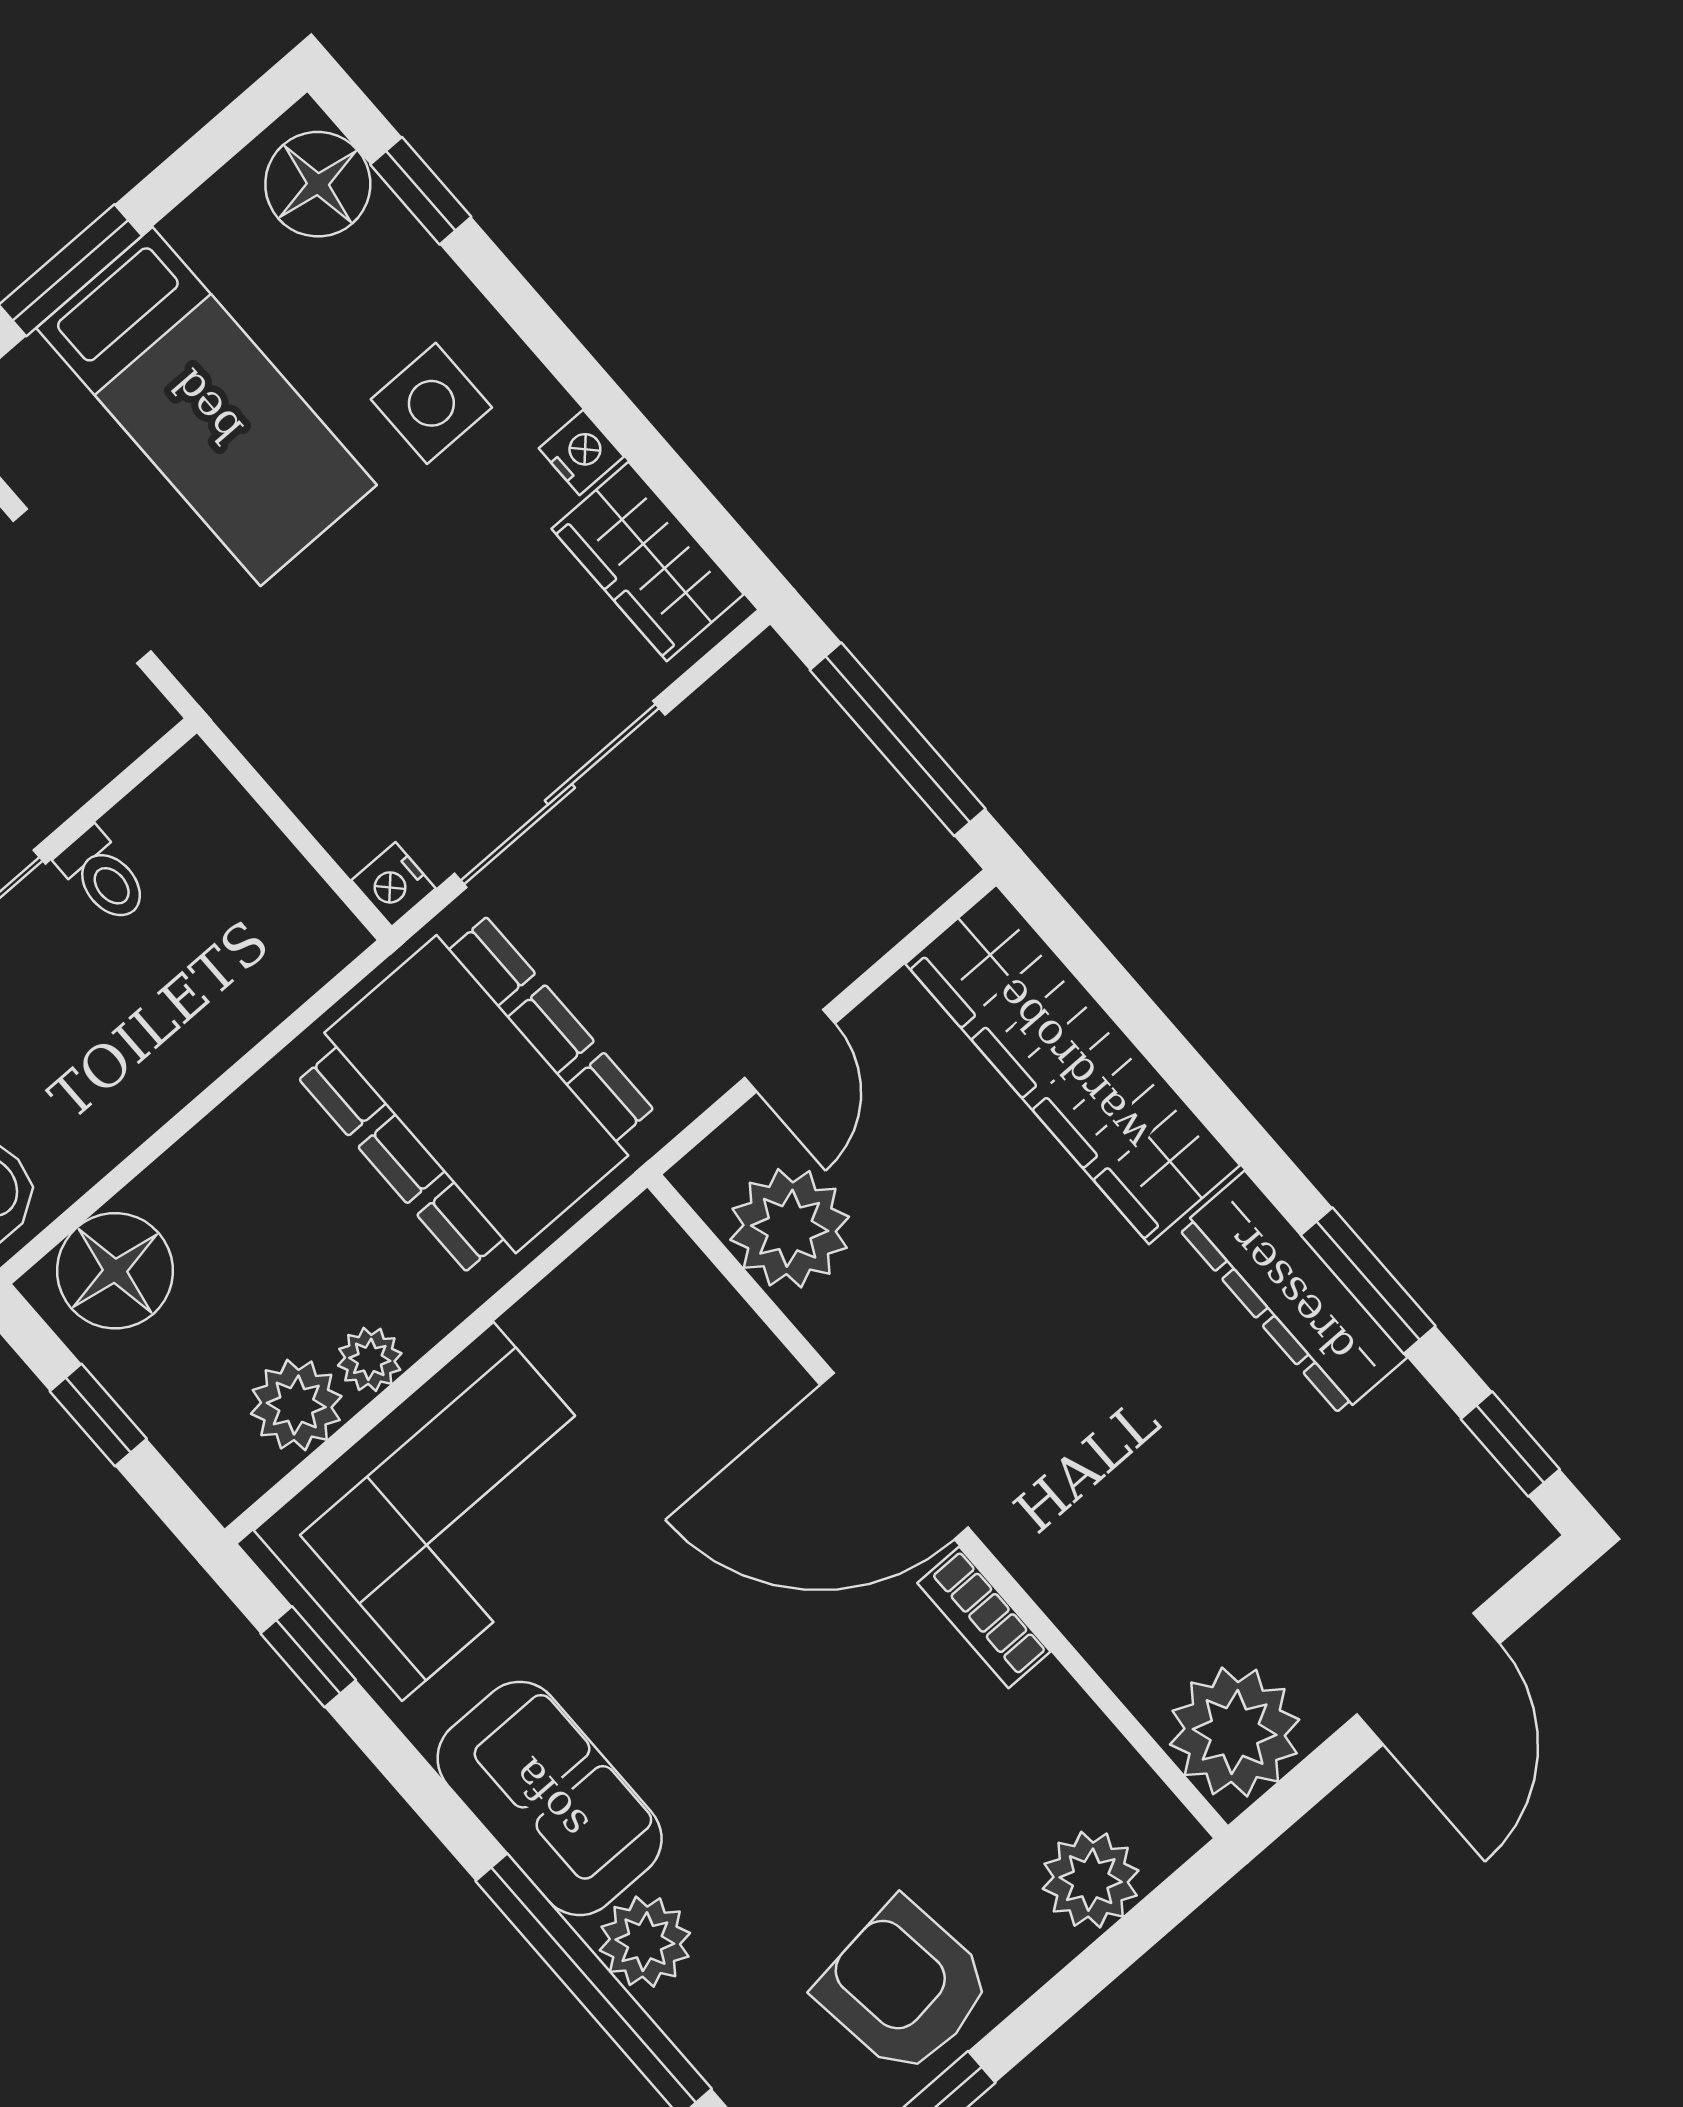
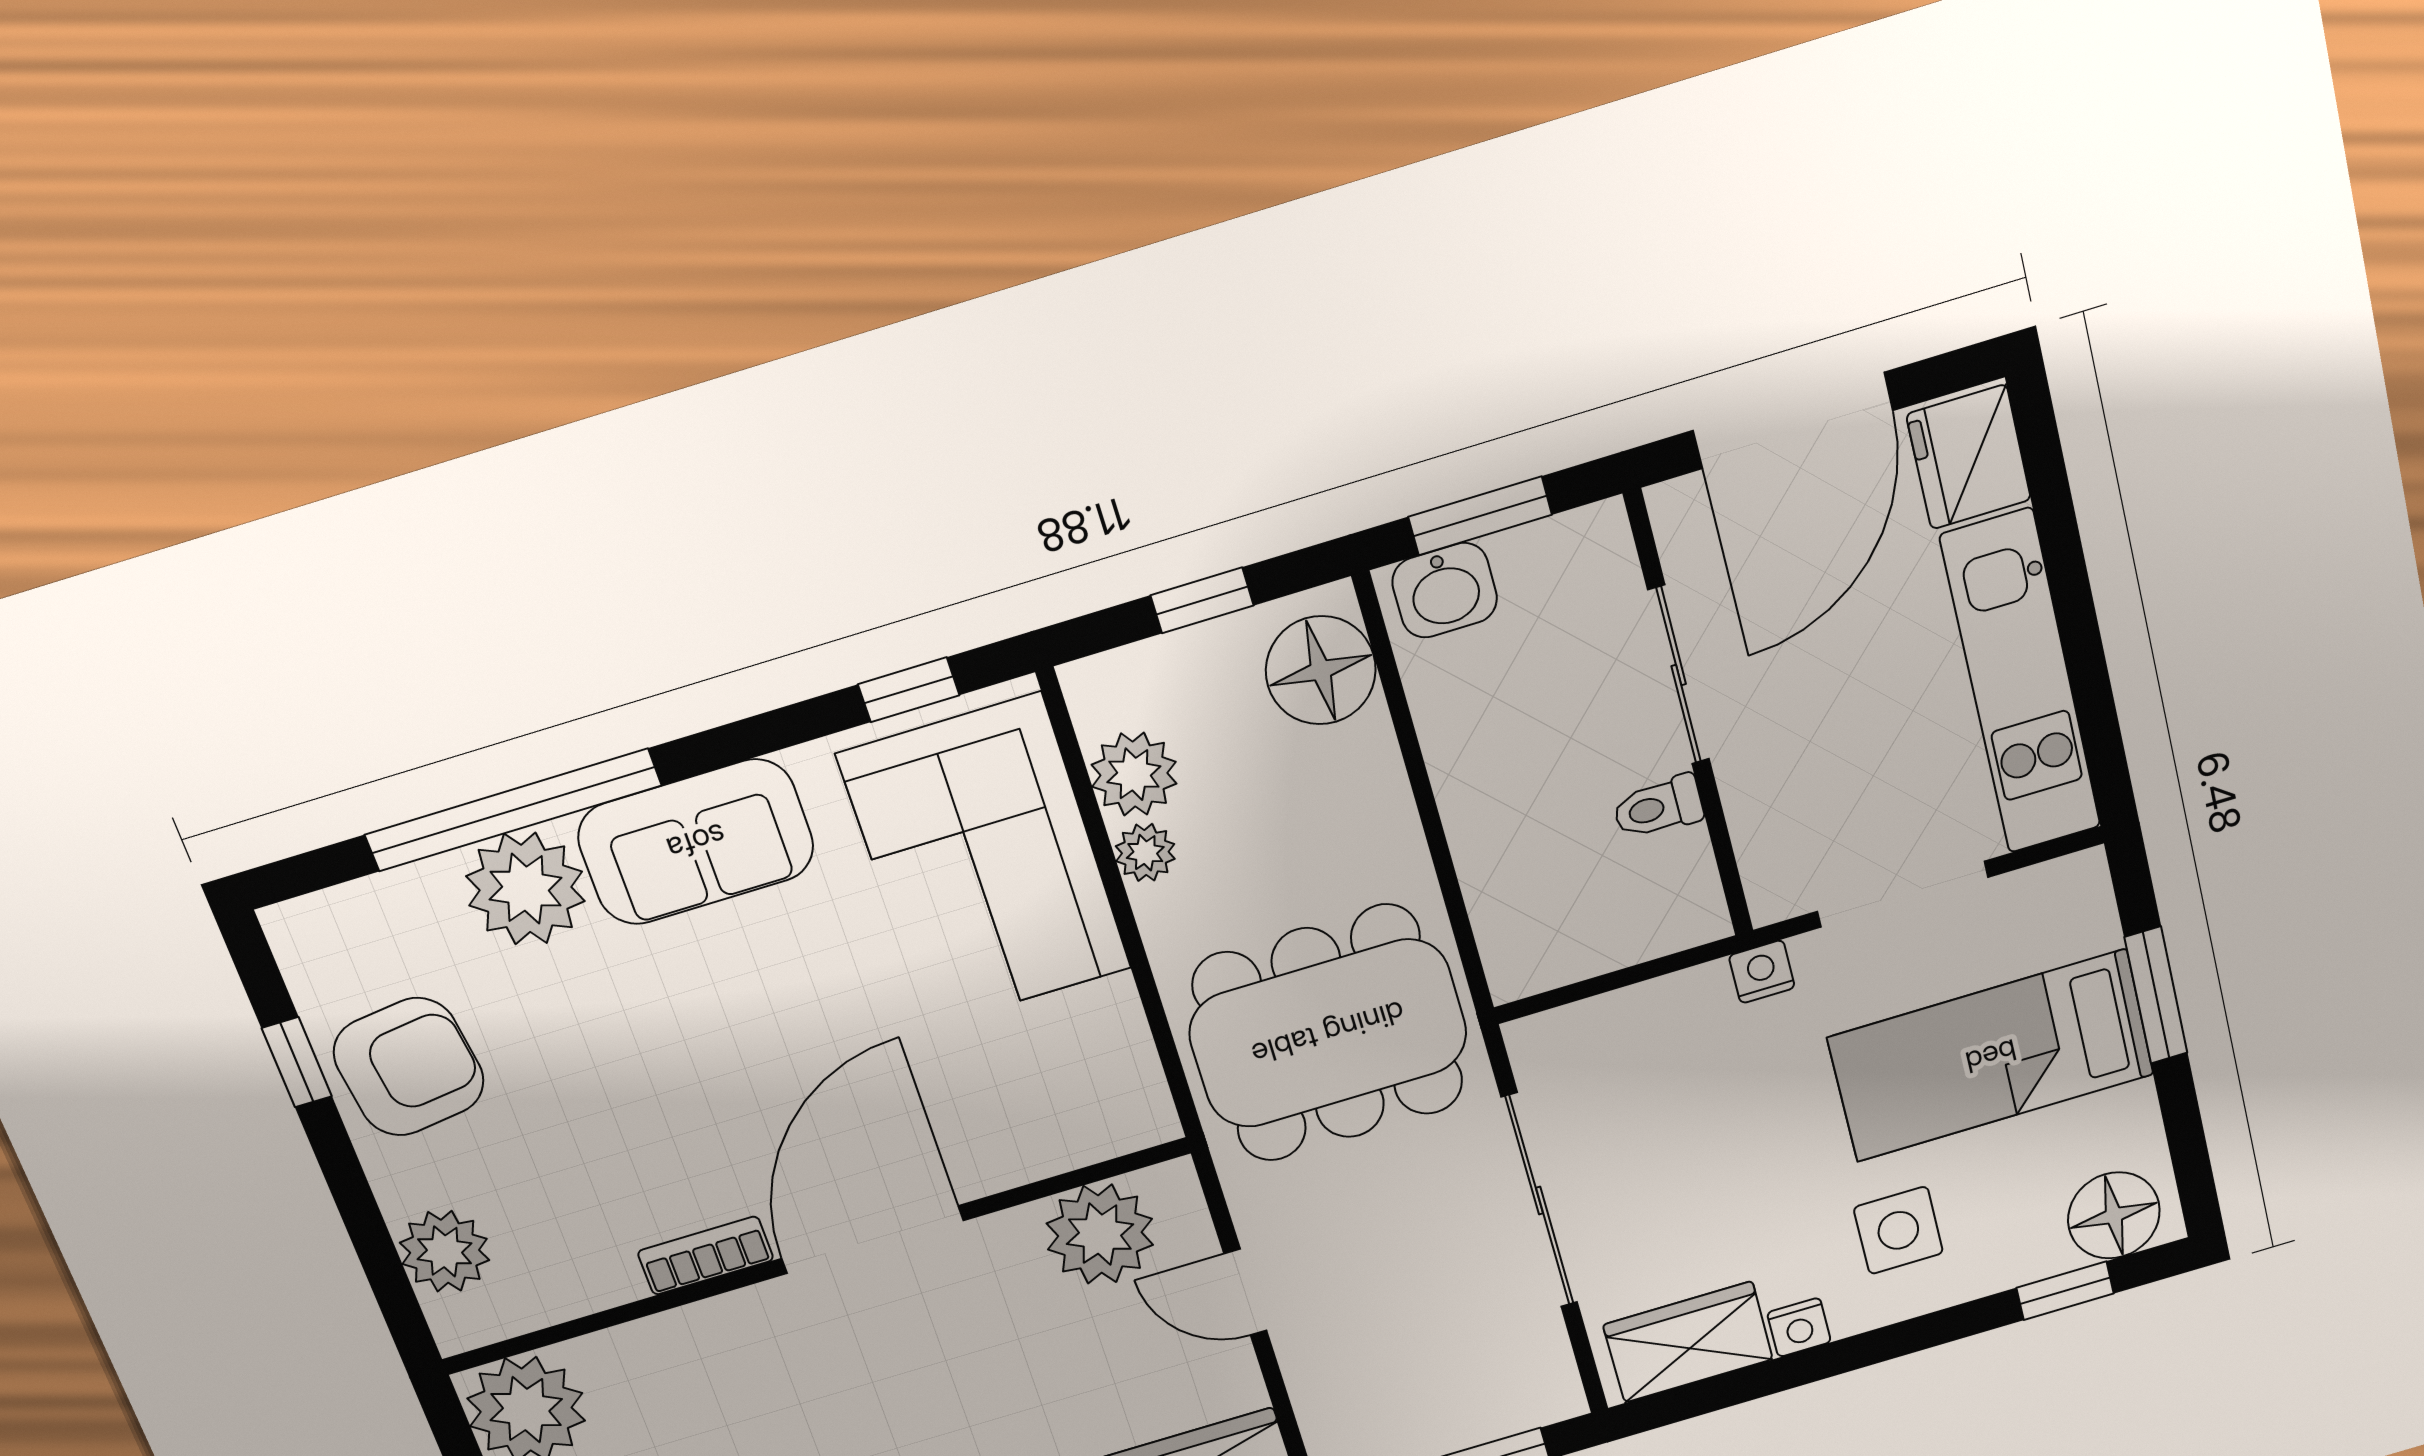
nightstand: (394, 884) -> (1762, 972), moved
plant: (645, 1942) -> (526, 889), width x1.36, depth x1.36

